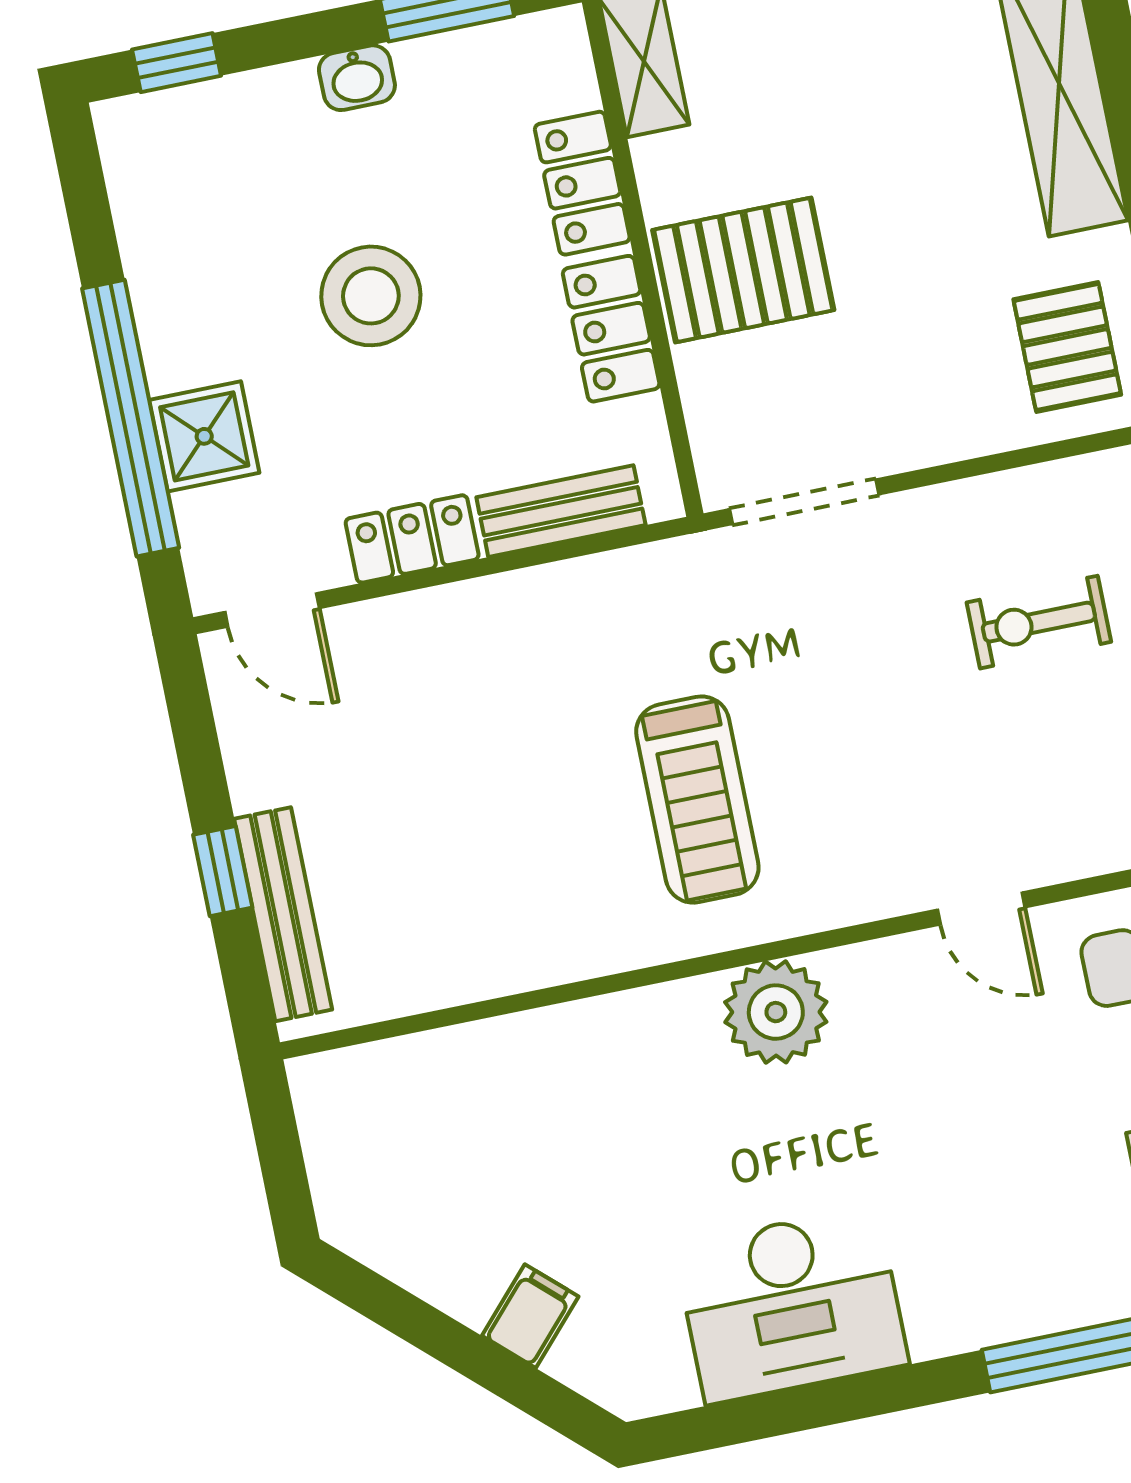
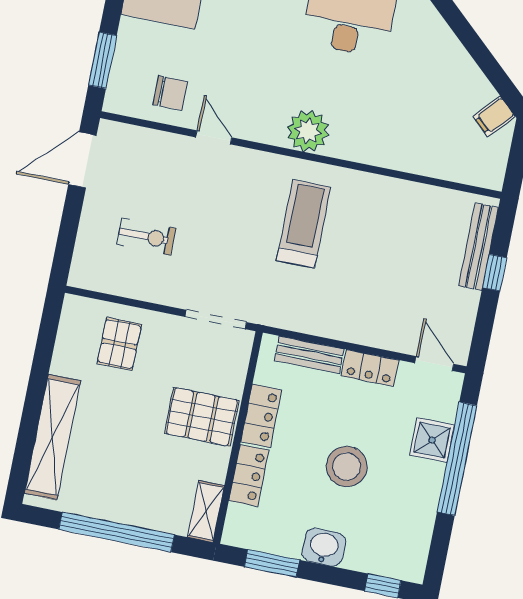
washbasin: (357, 78) -> (324, 547), width x1.38, depth x1.45
pallet: (1067, 347) -> (119, 344), moved
filing cabinet: (530, 1316) -> (494, 116), moved

